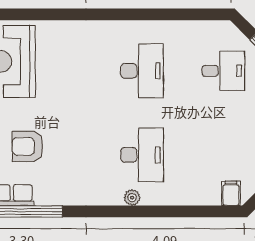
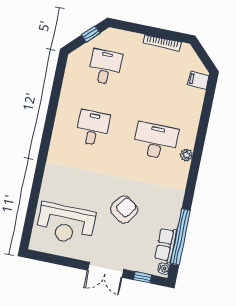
desk: (142, 71) -> (93, 128), width x0.73
armchair: (28, 146) -> (124, 209), moved, turned -145

